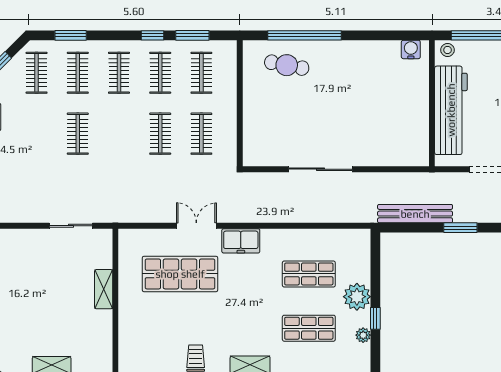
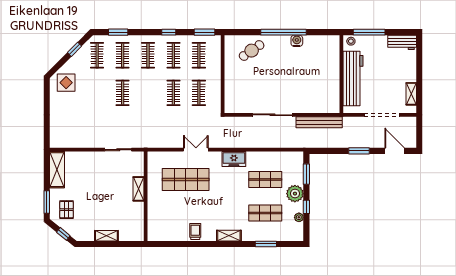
window: (192, 35) -> (204, 32), moved
window: (304, 35) -> (283, 32), moved
water cooler: (411, 49) -> (297, 41), moved
cafe table: (287, 65) -> (252, 51), turned -46
bench: (415, 214) -> (319, 122), moved
freezer: (241, 241) -> (234, 159), moved
window: (375, 265) -> (306, 174), added

